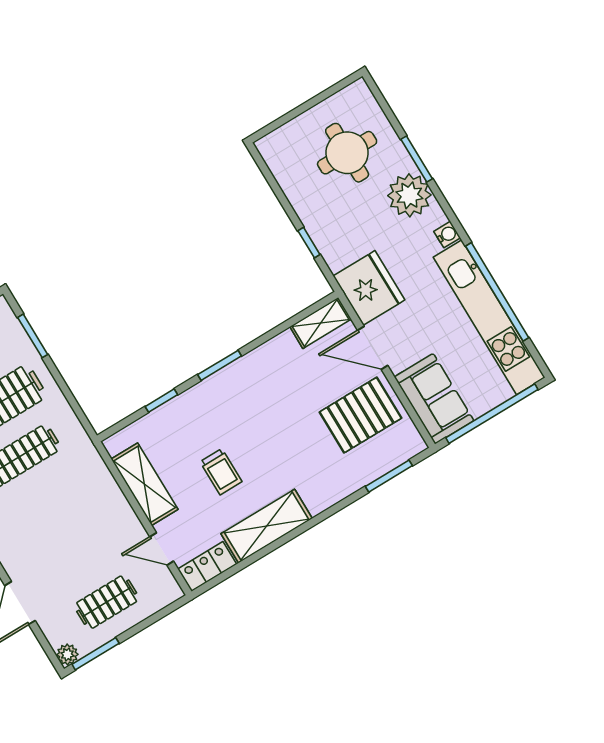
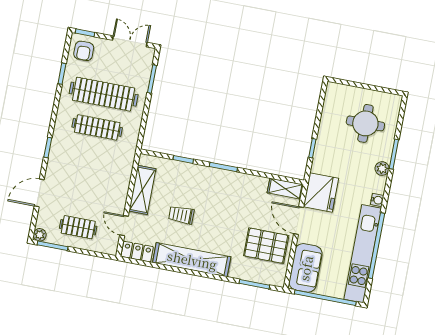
plant: (409, 195) -> (382, 169), width x0.53, depth x0.53
trolley: (221, 472) -> (181, 215), turned 90
shelving: (267, 526) -> (192, 260), width x1.47

